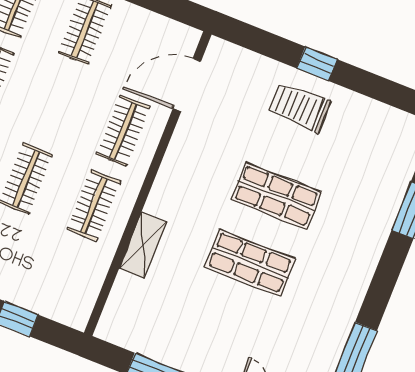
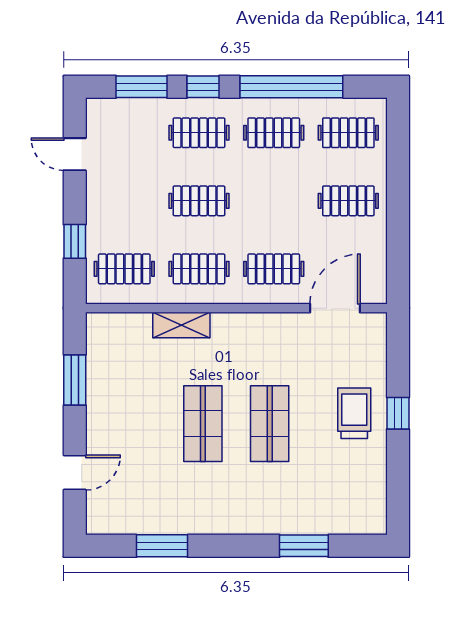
door: (187, 85) -> (335, 308), hinge flipped
clothes rail: (64, 280) -> (124, 269), added

